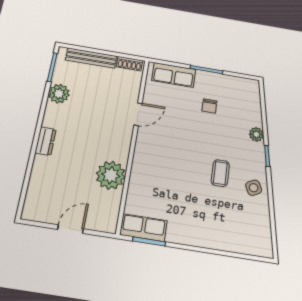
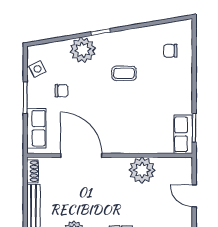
door: (138, 114) -> (81, 155), width x1.87
plant: (256, 134) -> (83, 50), width x1.88, depth x1.88
side table: (254, 188) -> (37, 69), moved
chair: (240, 228) -> (170, 51), added

